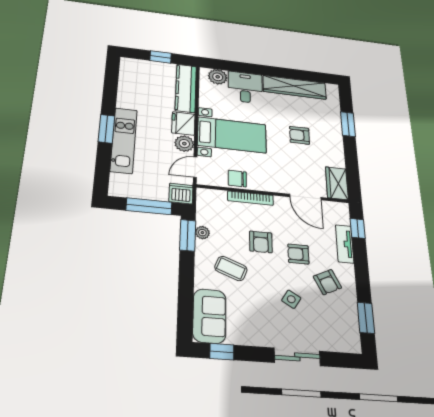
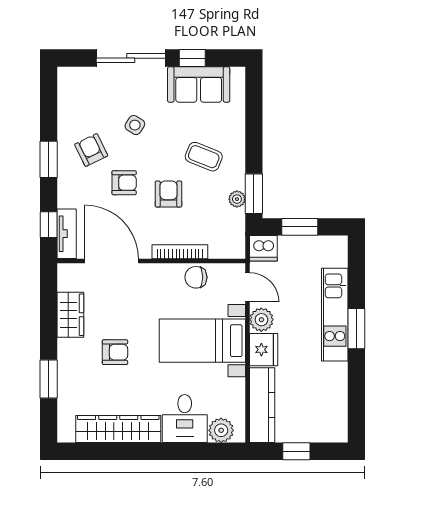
door: (195, 167) -> (247, 287), hinge flipped
chair: (237, 179) -> (196, 277), turned 180
wardrobe: (337, 183) -> (70, 315), moved
door: (305, 197) -> (112, 261), width x1.36
window: (149, 206) -> (300, 227), width x0.69
tv unit: (345, 244) -> (67, 234), moved
sofa: (209, 316) -> (199, 84), moved, turned -90
window: (366, 318) -> (49, 159), moved
window: (222, 352) -> (192, 58), moved
sliding door: (297, 357) -> (131, 58), width x1.37

